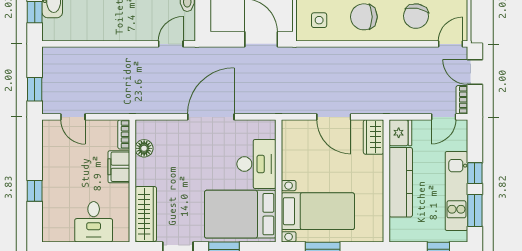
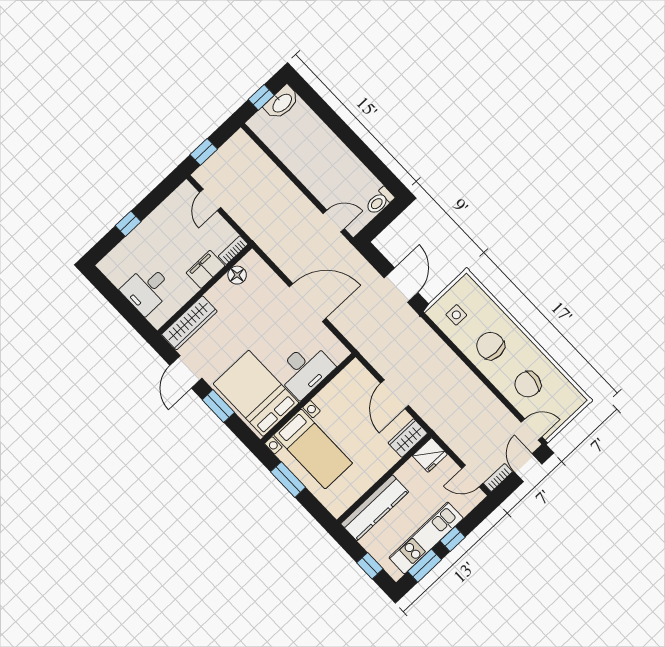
kitchen counter: (401, 182) -> (375, 508), moved

